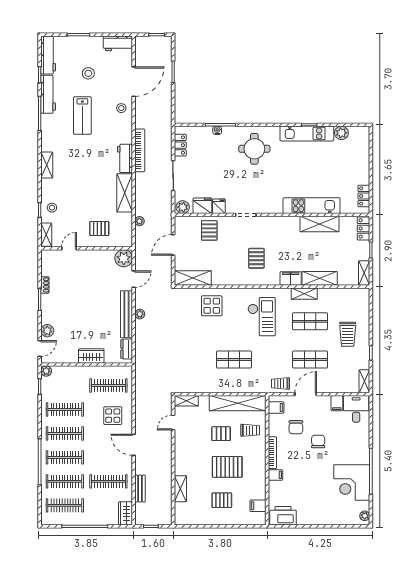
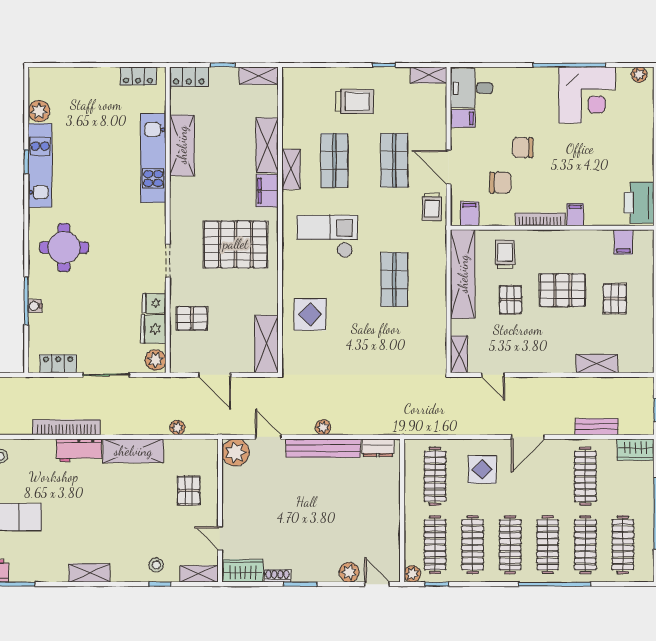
pallet: (256, 258) -> (236, 244), width x2.05, depth x2.00
wardrobe: (91, 356) -> (243, 571), moved, turned 90
clothes rail: (65, 386) -> (435, 545), added
pallet: (227, 467) -> (563, 290), turned 90

